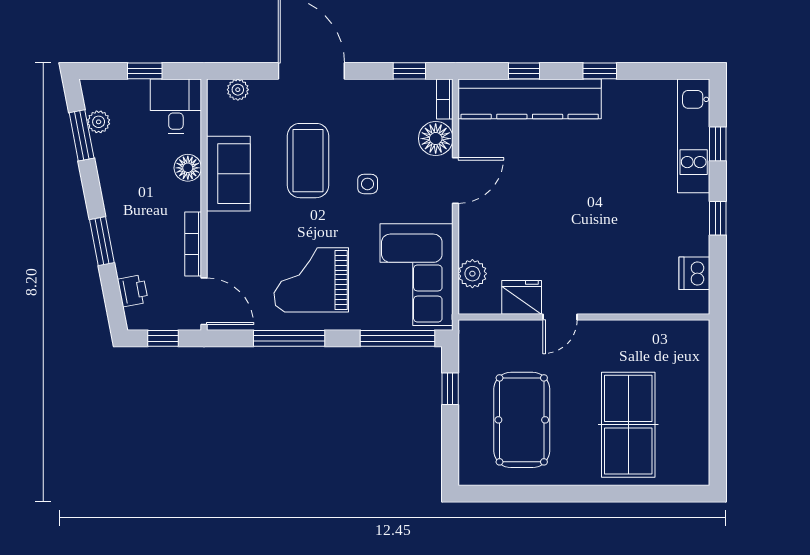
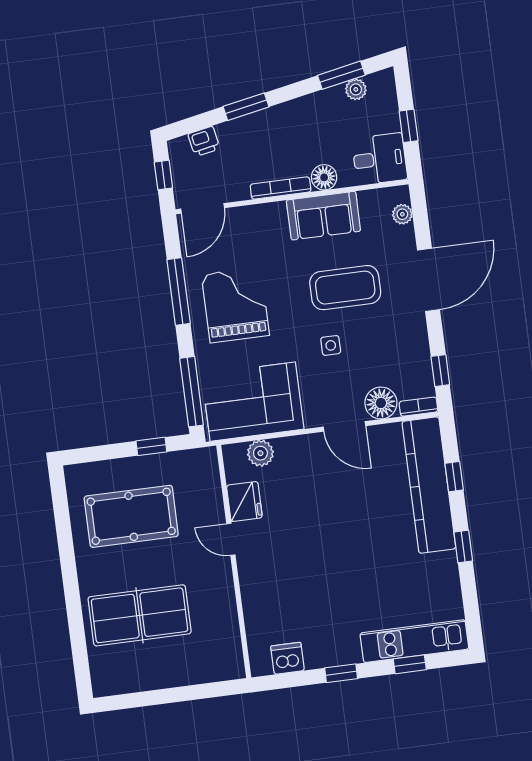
bookcase: (193, 244) -> (281, 188), moved

